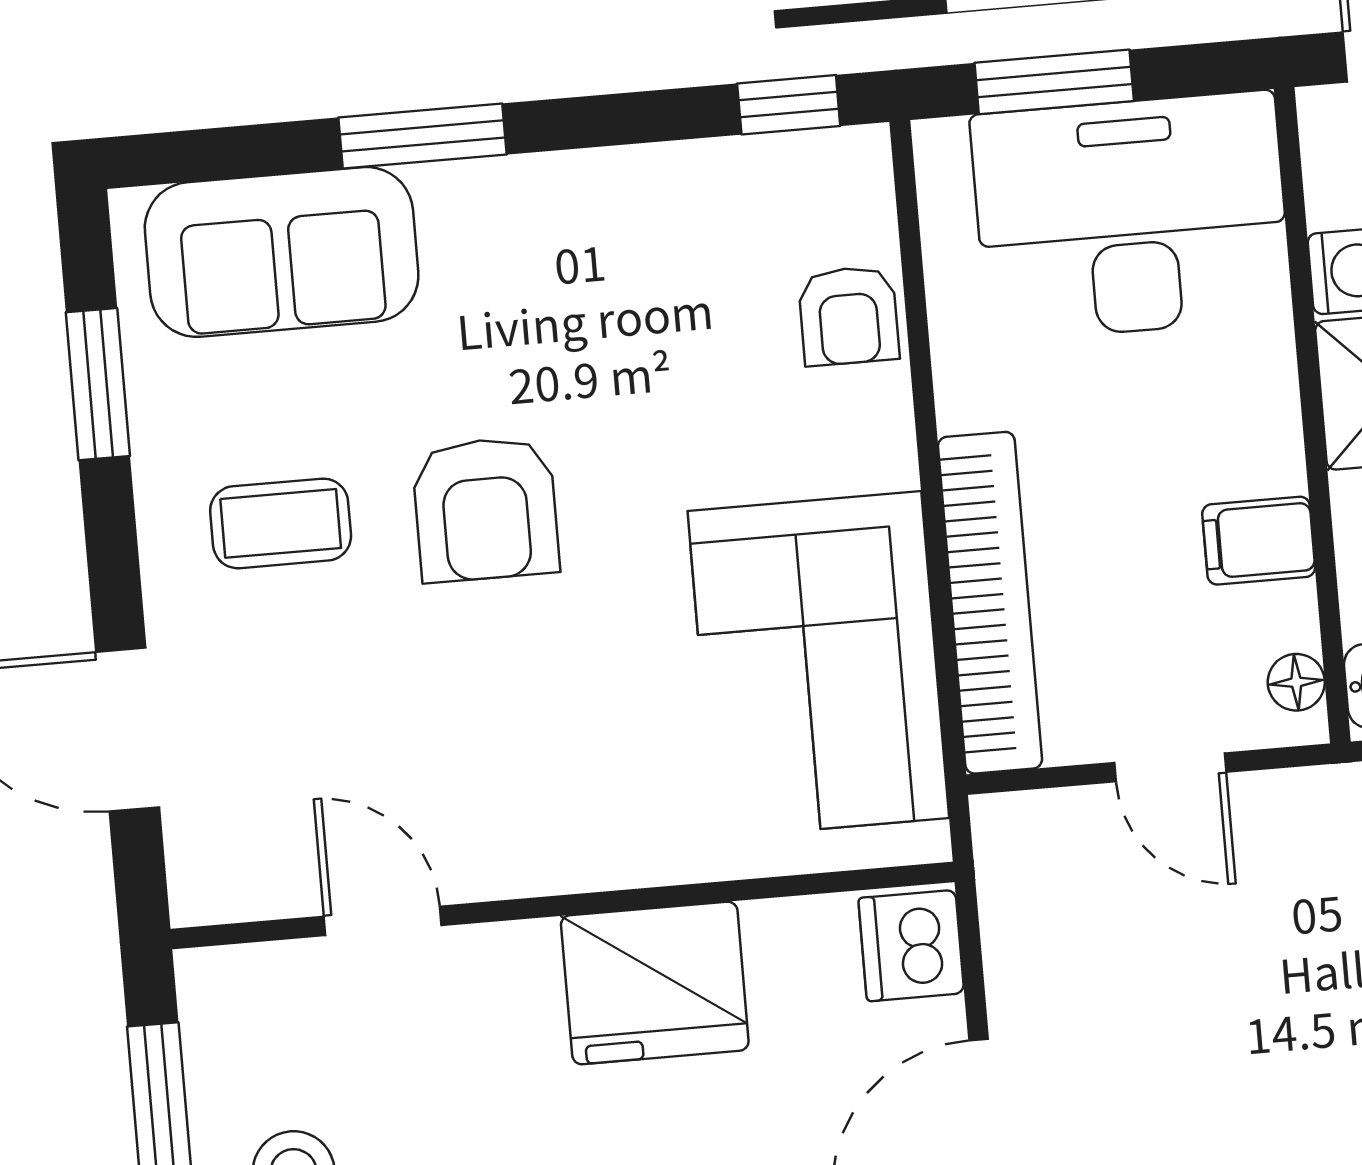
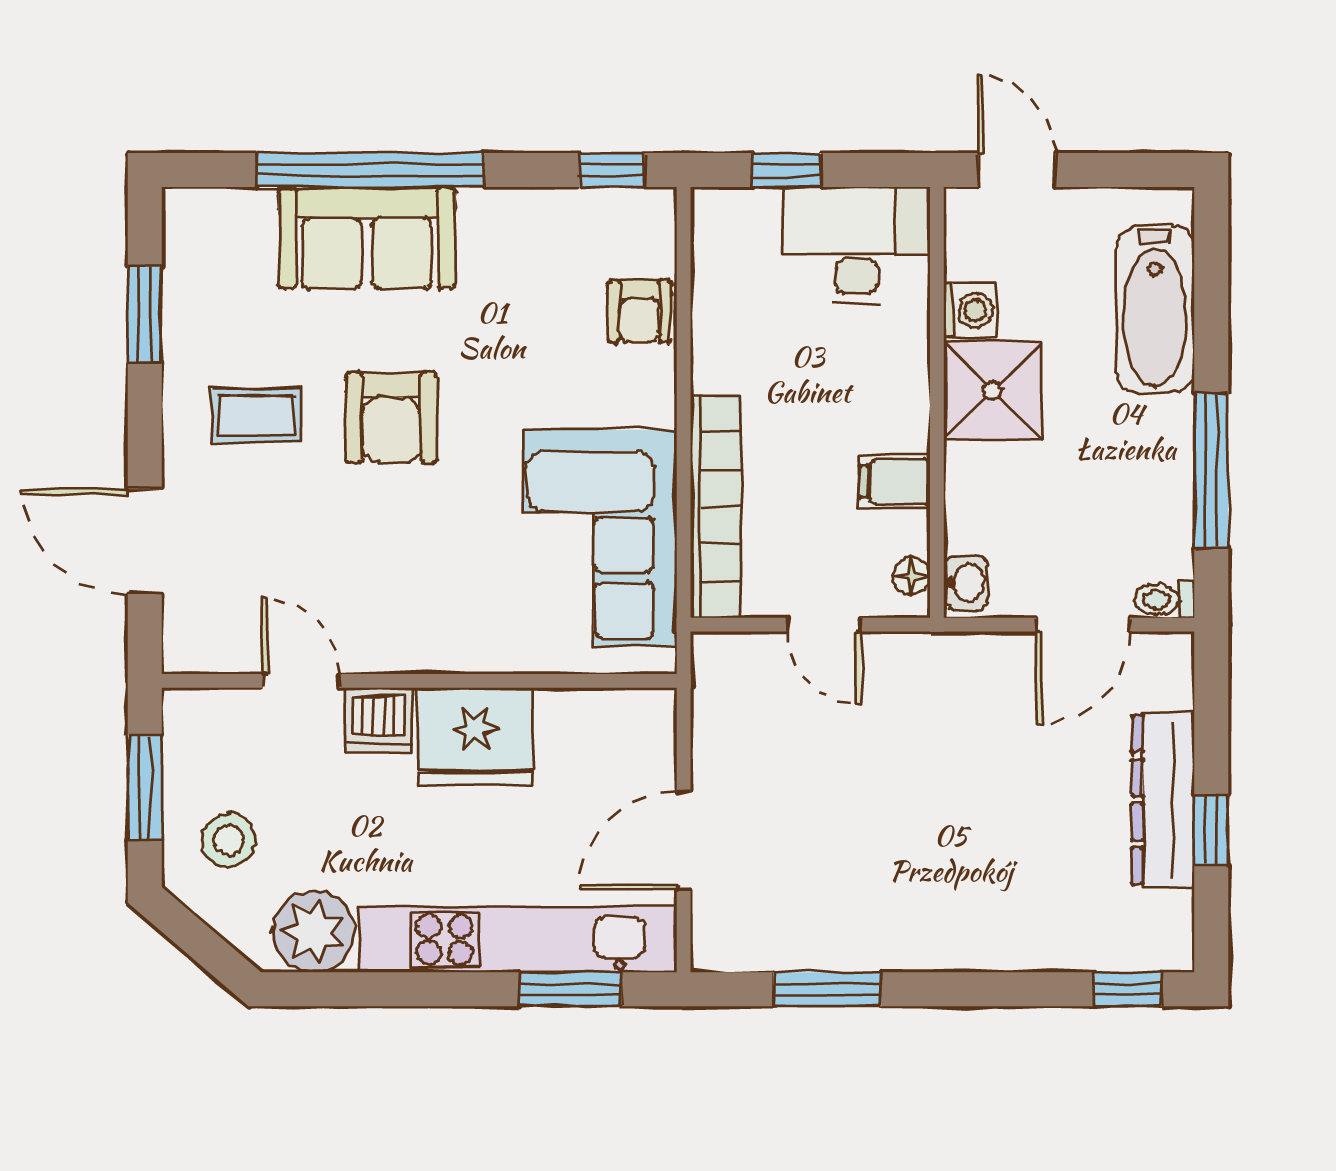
window: (1054, 82) -> (787, 170), width x0.67
window: (423, 136) -> (371, 170), width x2.11
desk: (1131, 216) -> (856, 245), width x0.73, depth x0.77
sofa: (282, 252) -> (367, 238), moved
dishwasher: (911, 946) -> (379, 720), moved, turned -90

